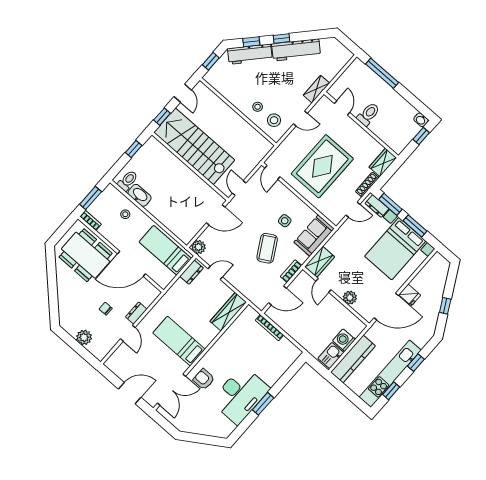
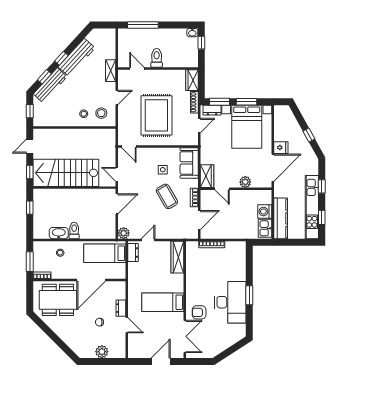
door: (183, 93) -> (30, 146), swing flipped
toilet: (128, 181) -> (74, 231), moved

